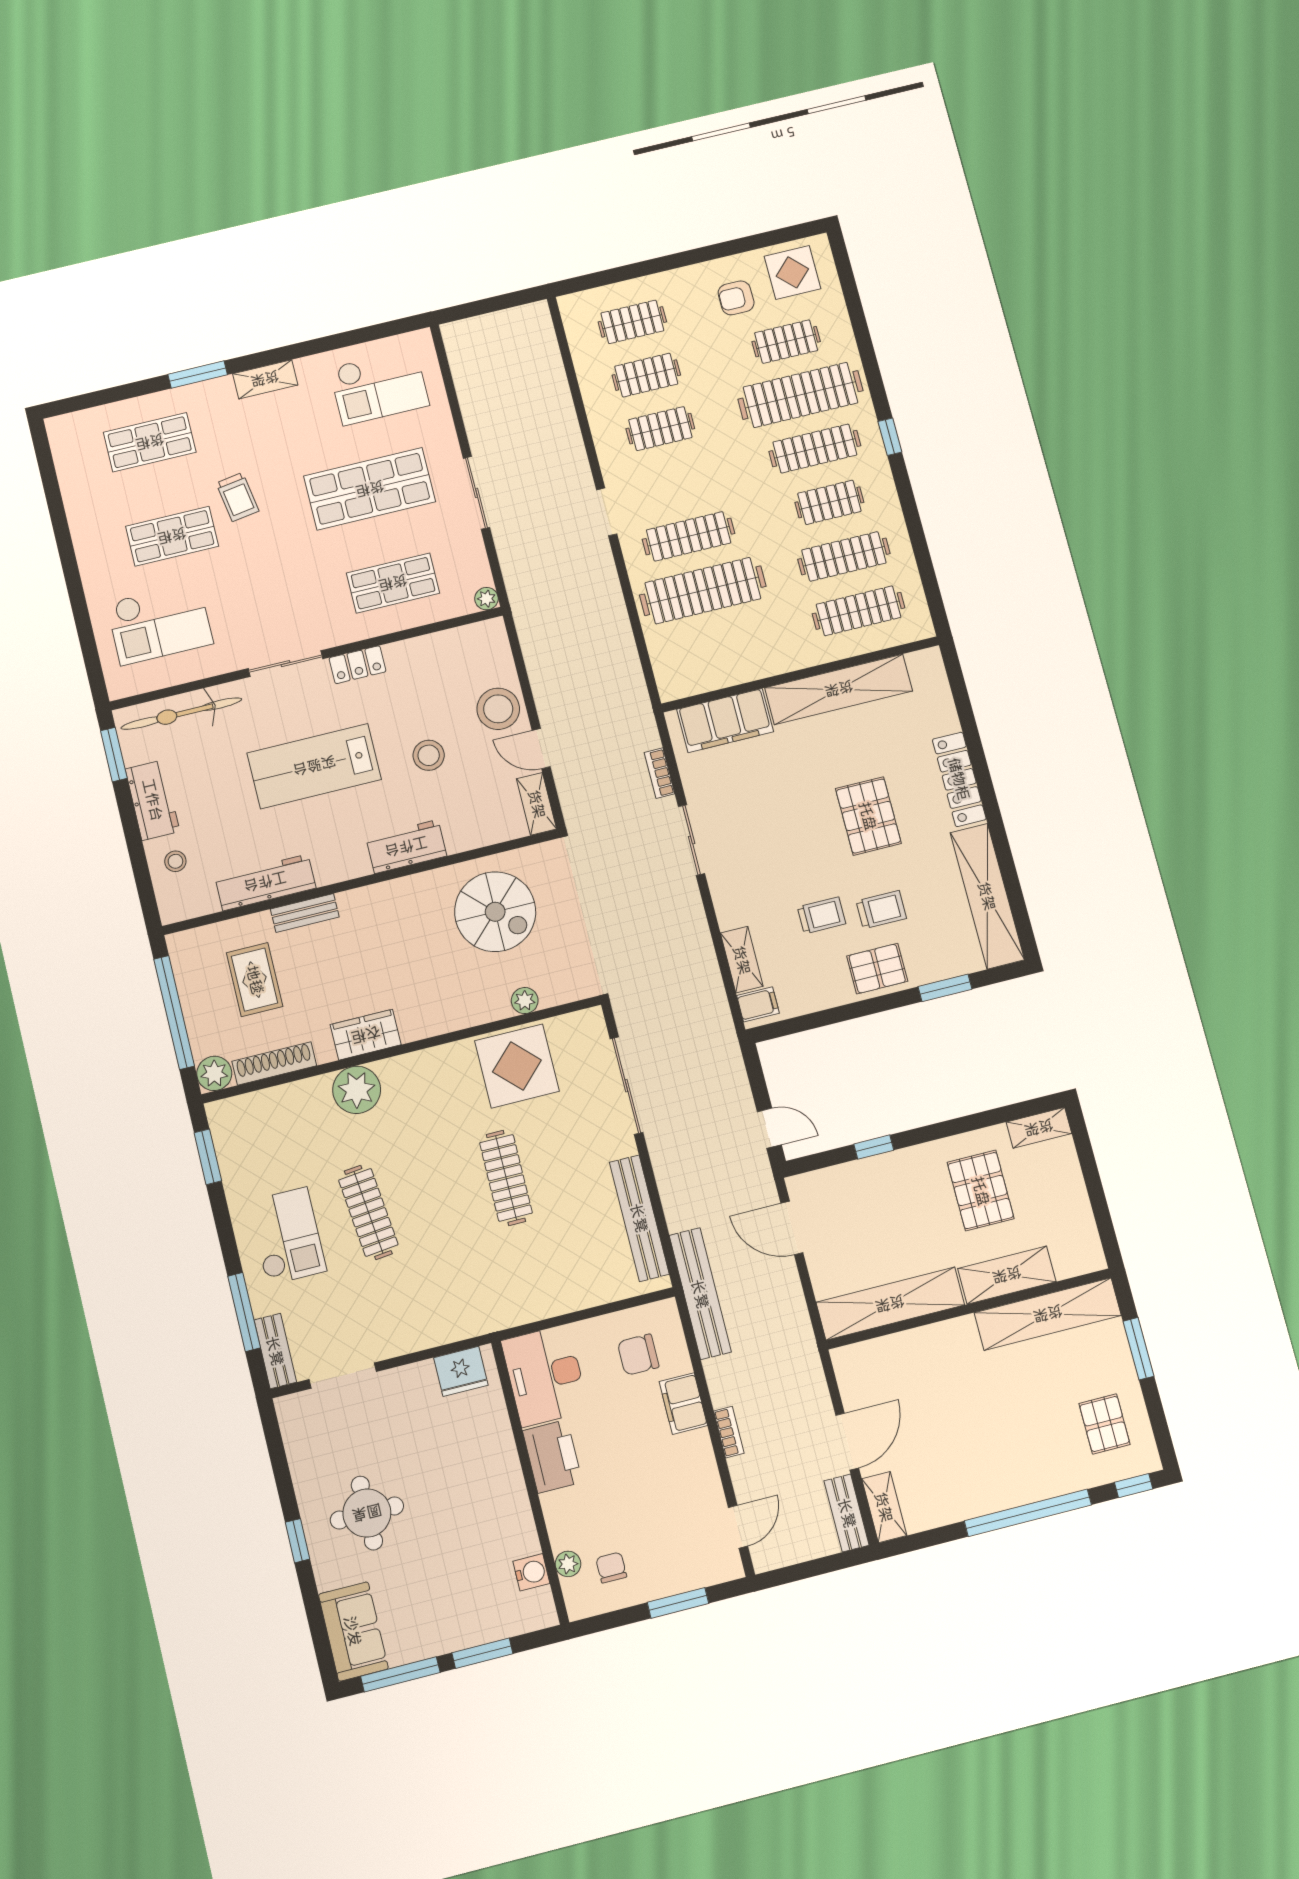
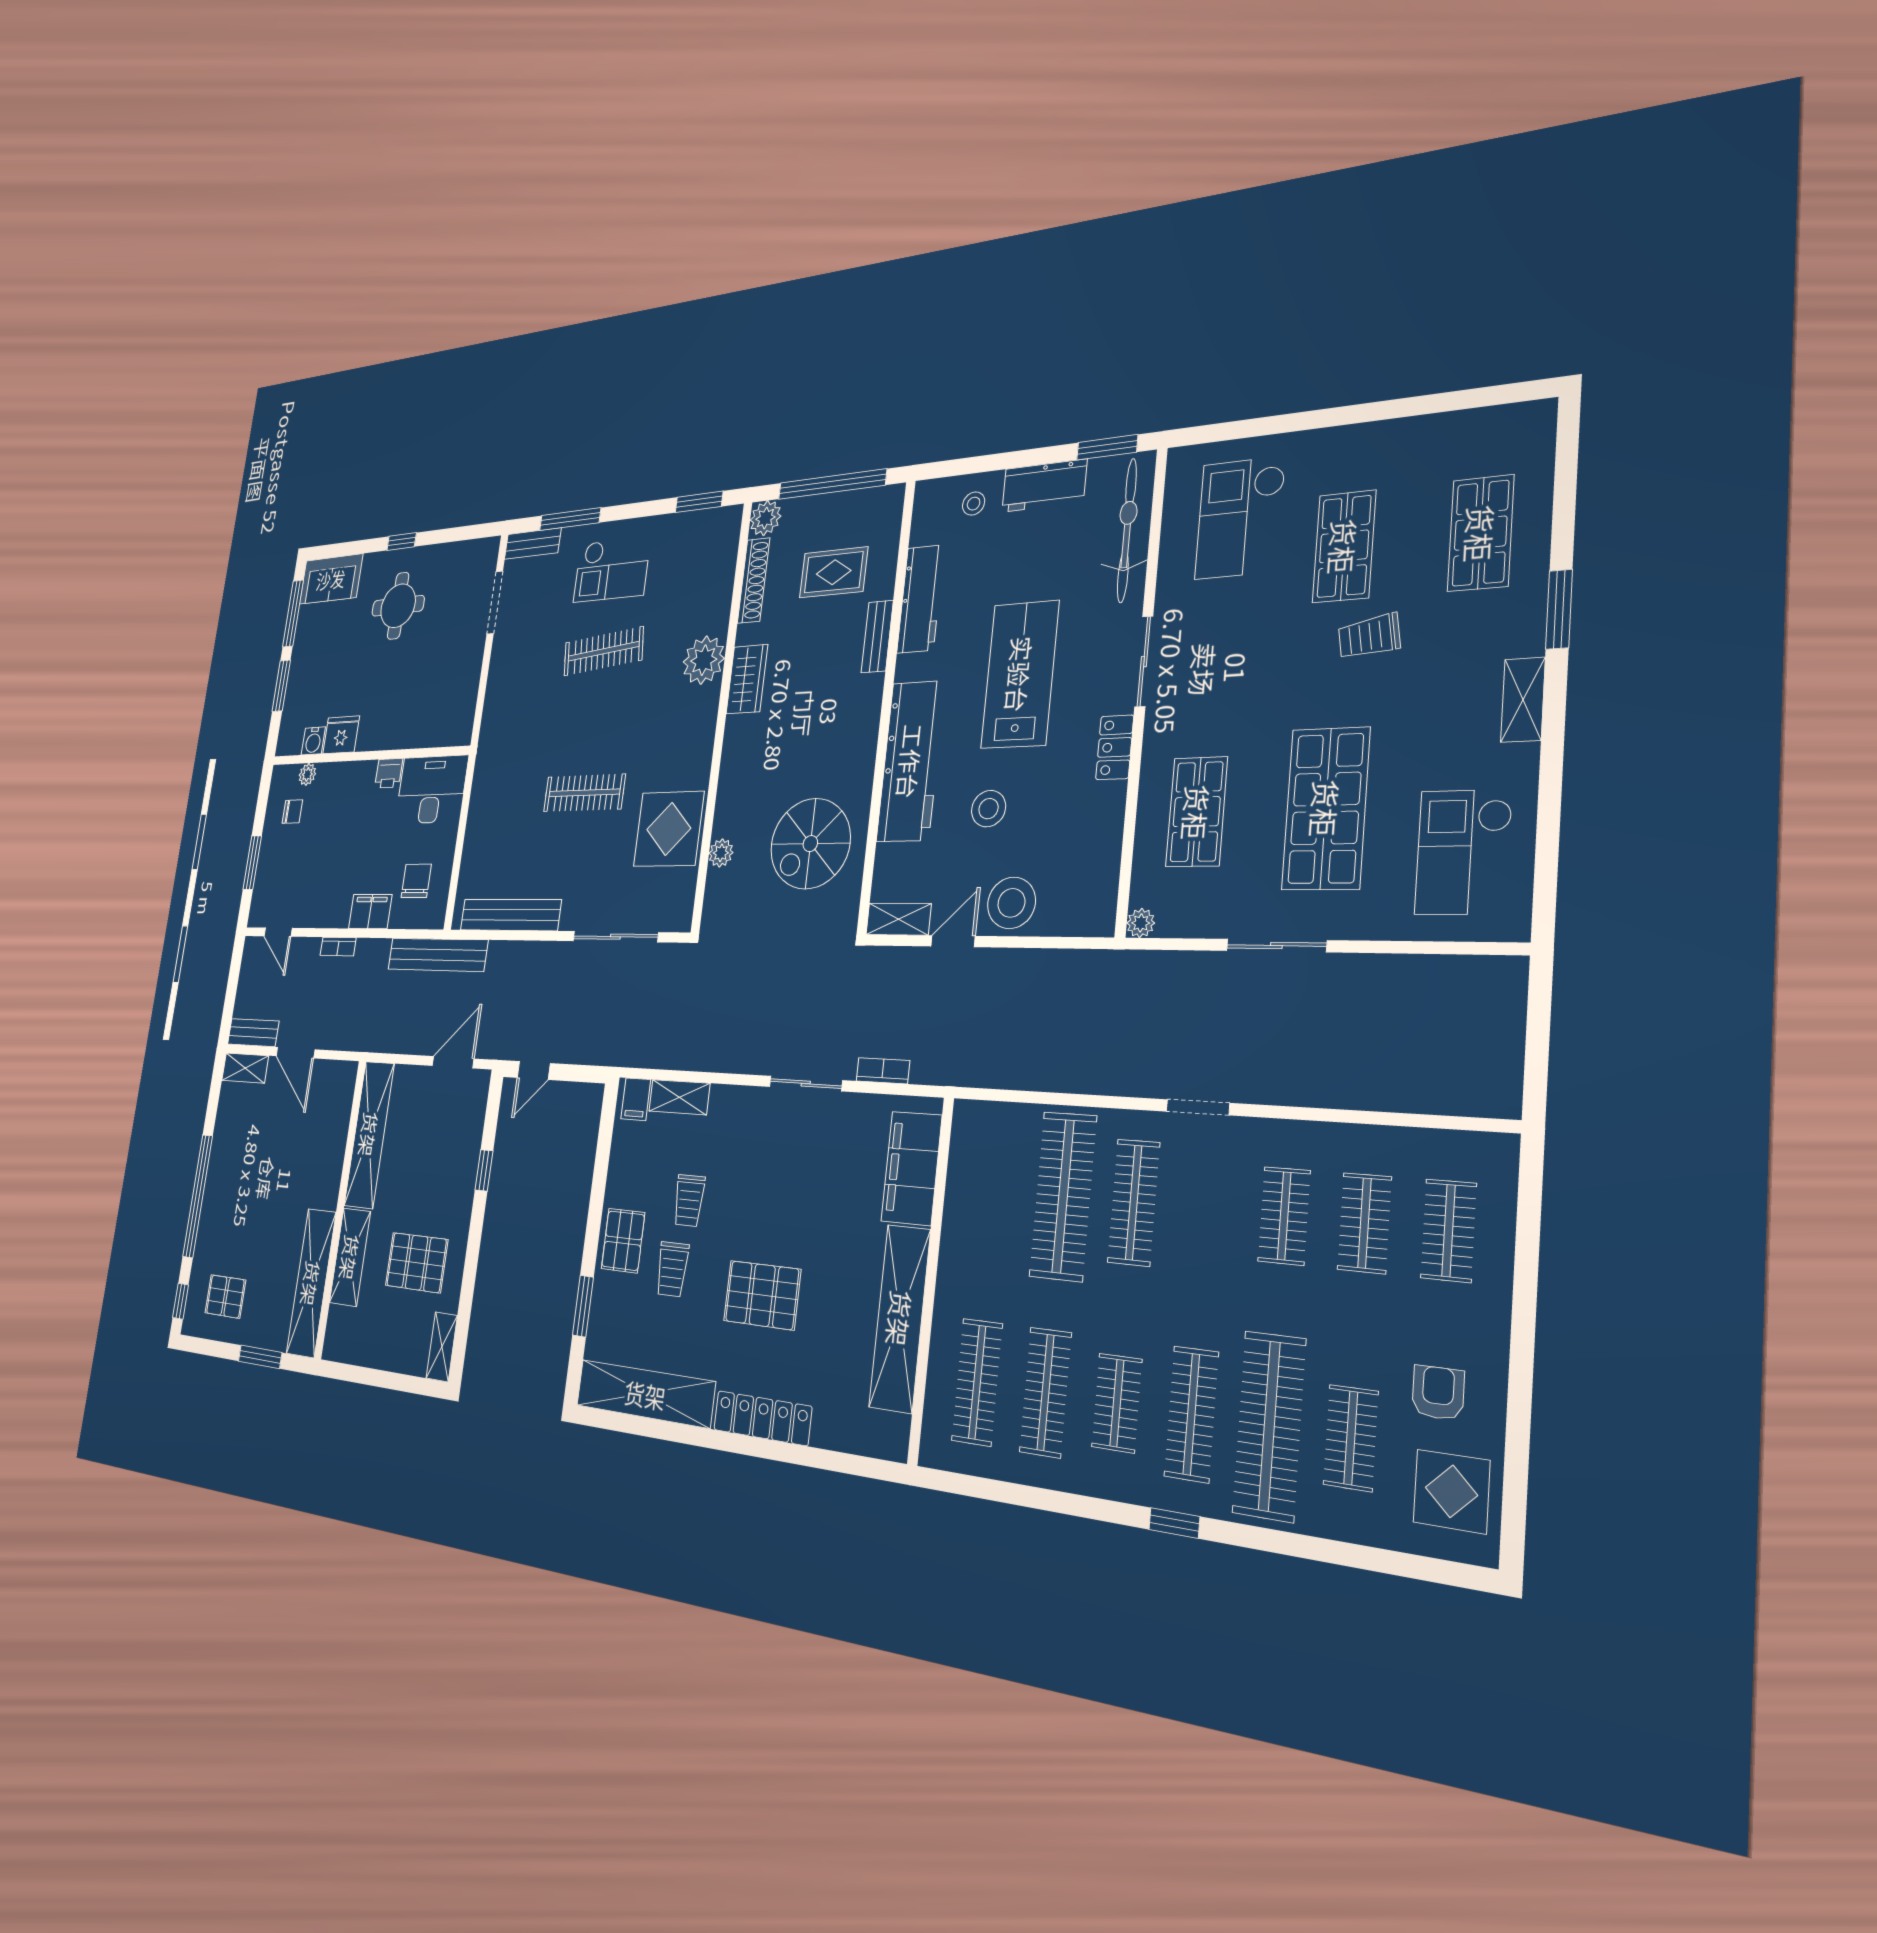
workbench: (406, 847) -> (911, 761), width x1.88, depth x1.32
fridge: (461, 1371) -> (341, 735), moved, turned 90
printer: (552, 1456) -> (389, 773), width x0.53, depth x0.68

